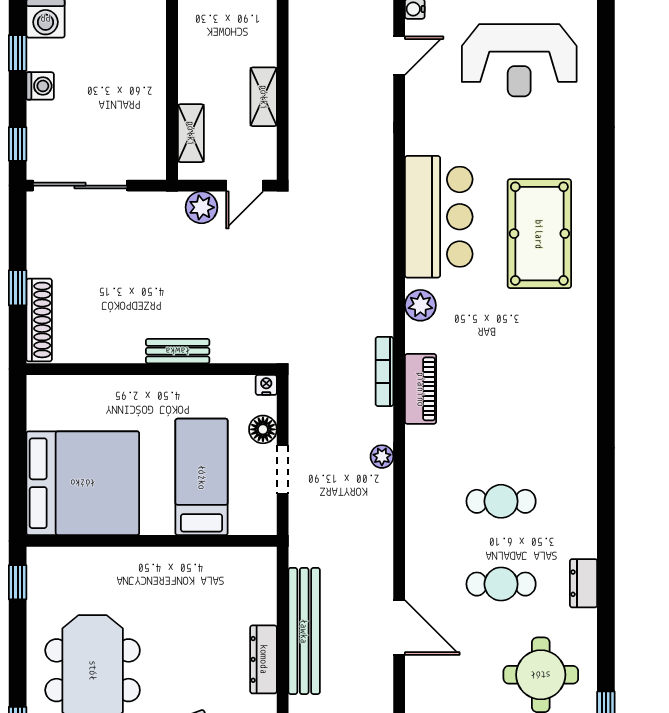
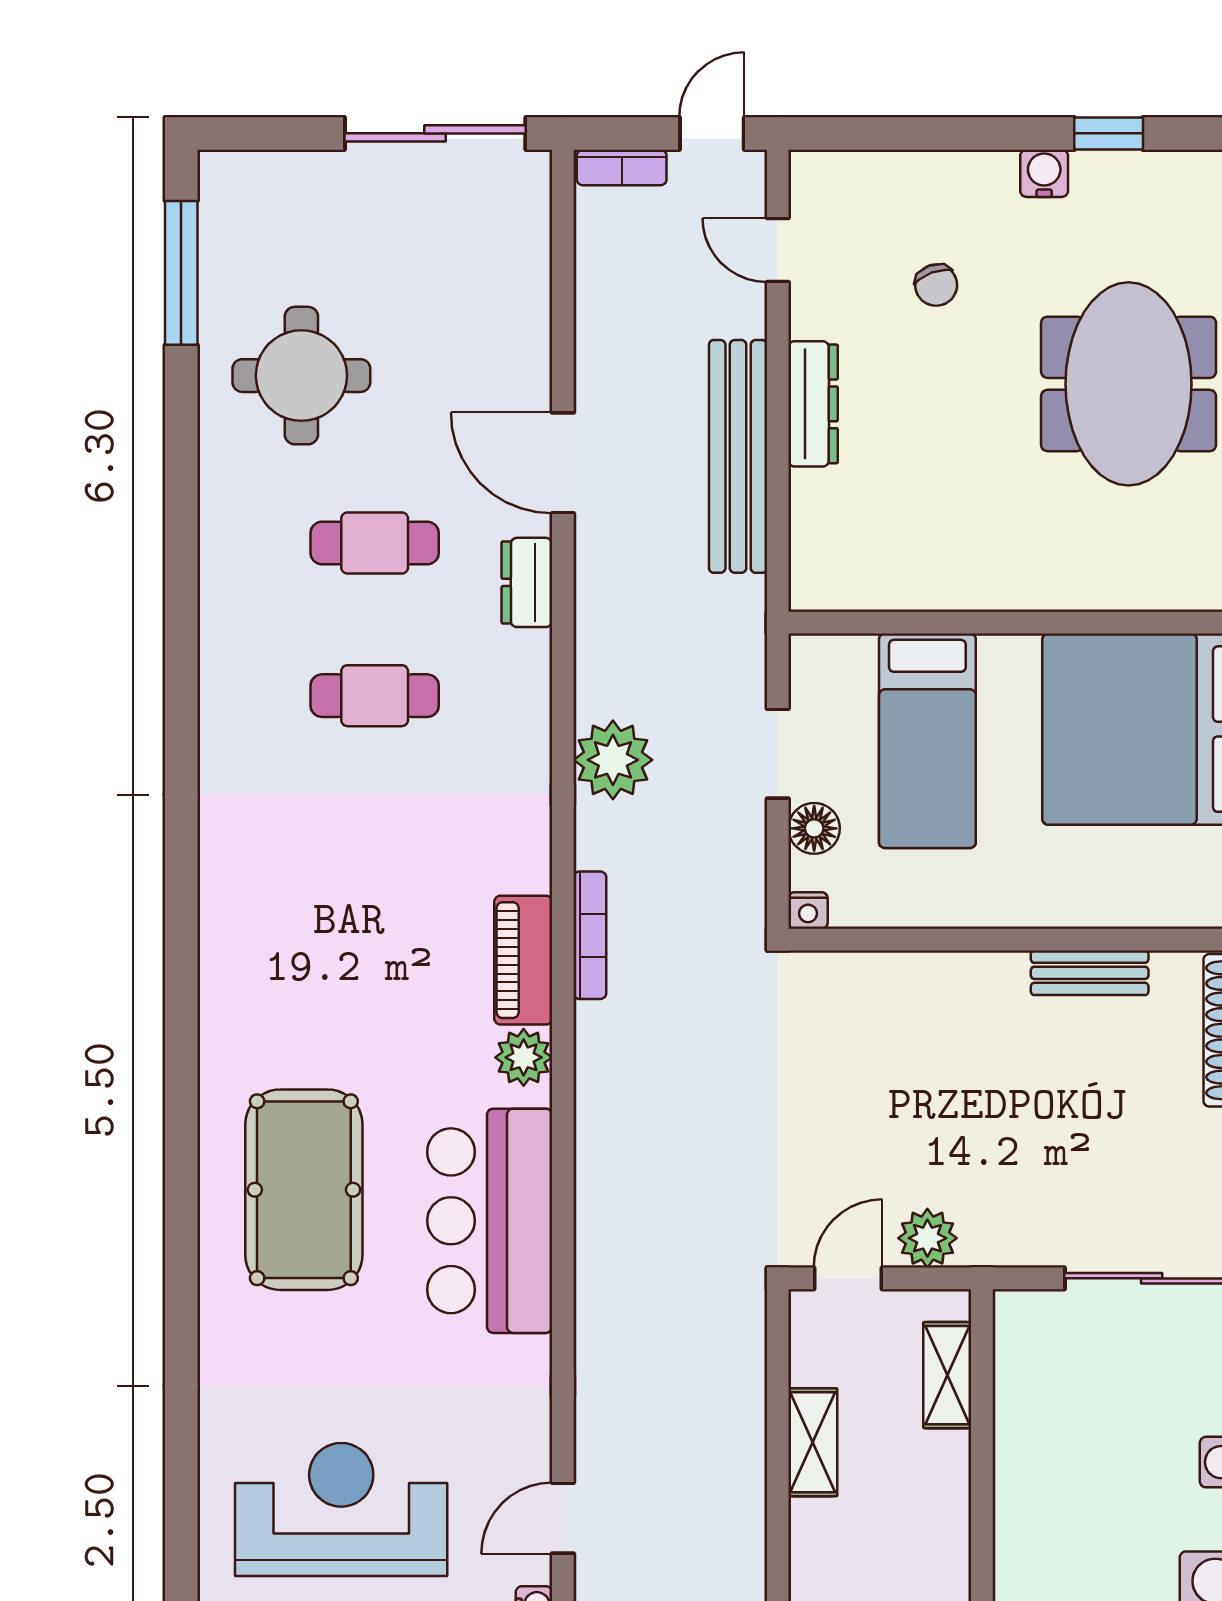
bench: (178, 351) -> (1090, 973), moved
piano: (421, 389) -> (523, 960), moved
plant: (382, 457) -> (613, 760), width x1.88, depth x1.88
dresser: (584, 583) -> (527, 582), moved, turned 180

